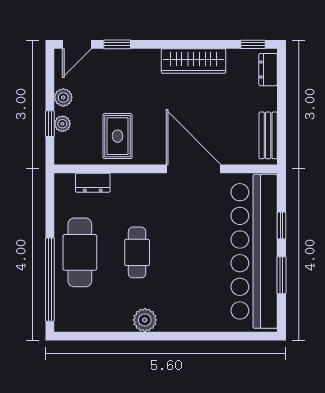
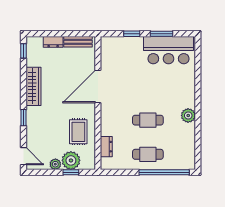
window: (117, 44) -> (24, 118), moved
dresser: (268, 70) -> (53, 42), moved
plant: (62, 124) -> (71, 160), width x1.88, depth x1.88
rug: (118, 136) -> (78, 132), turned 90
bar counter: (254, 251) -> (169, 50), width x0.54
cafe table: (80, 252) -> (148, 154), width x0.73, depth x0.74

